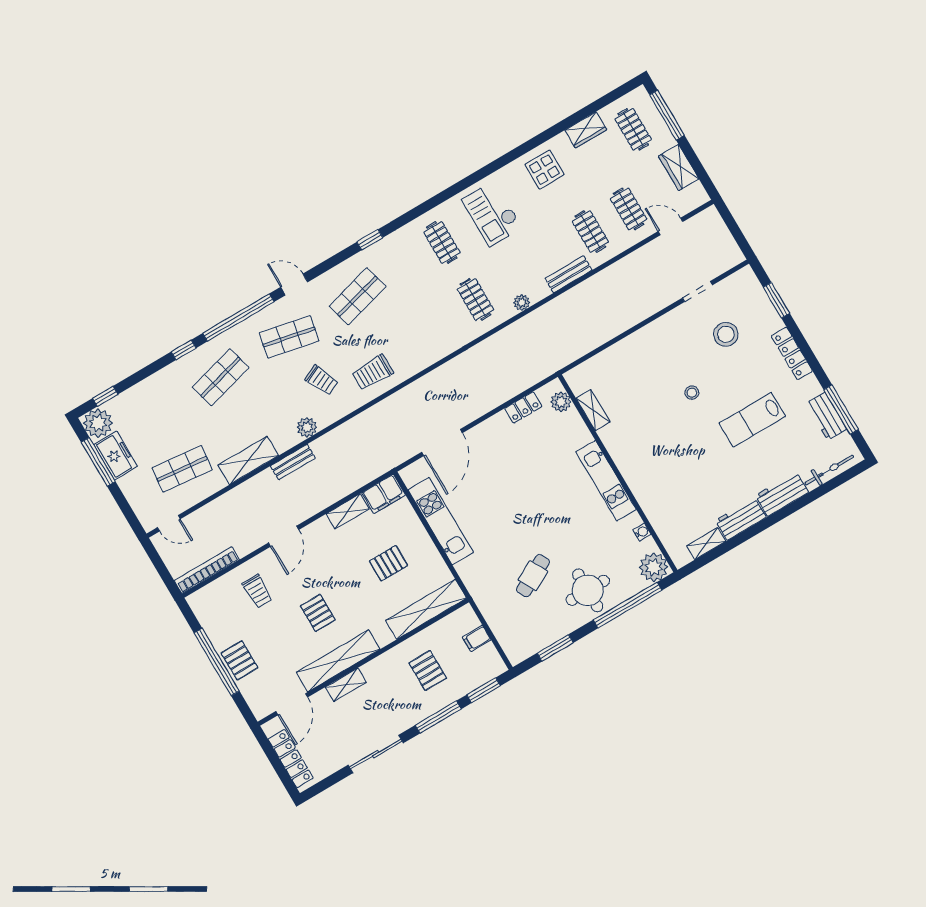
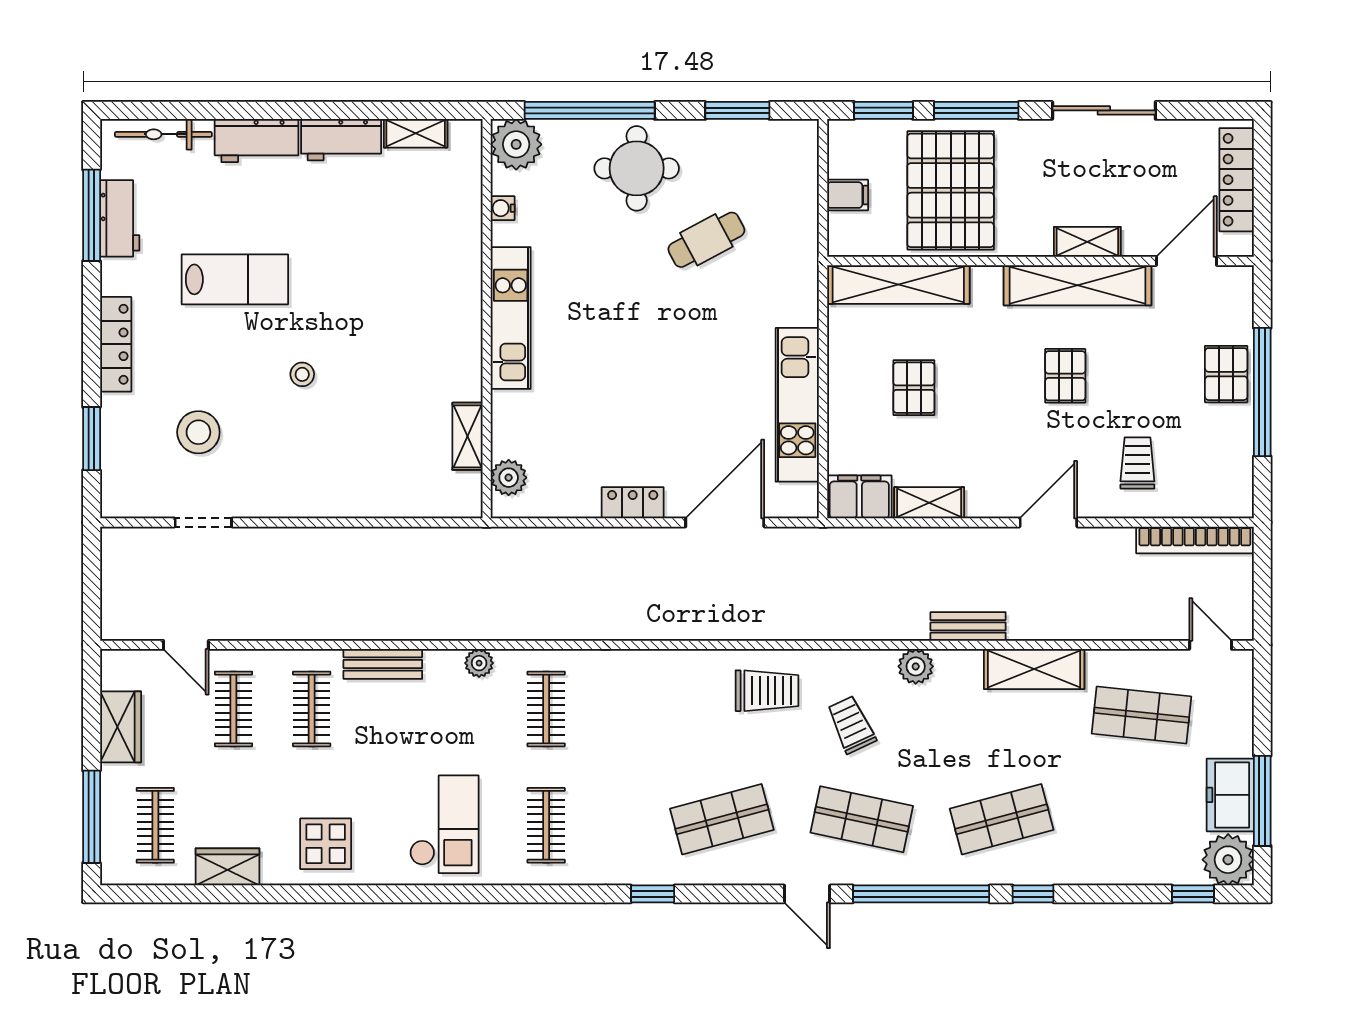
locker: (523, 407) -> (633, 503), moved
pallet: (389, 563) -> (914, 388), turned 90
pallet: (428, 671) -> (951, 190), width x2.05, depth x2.00

